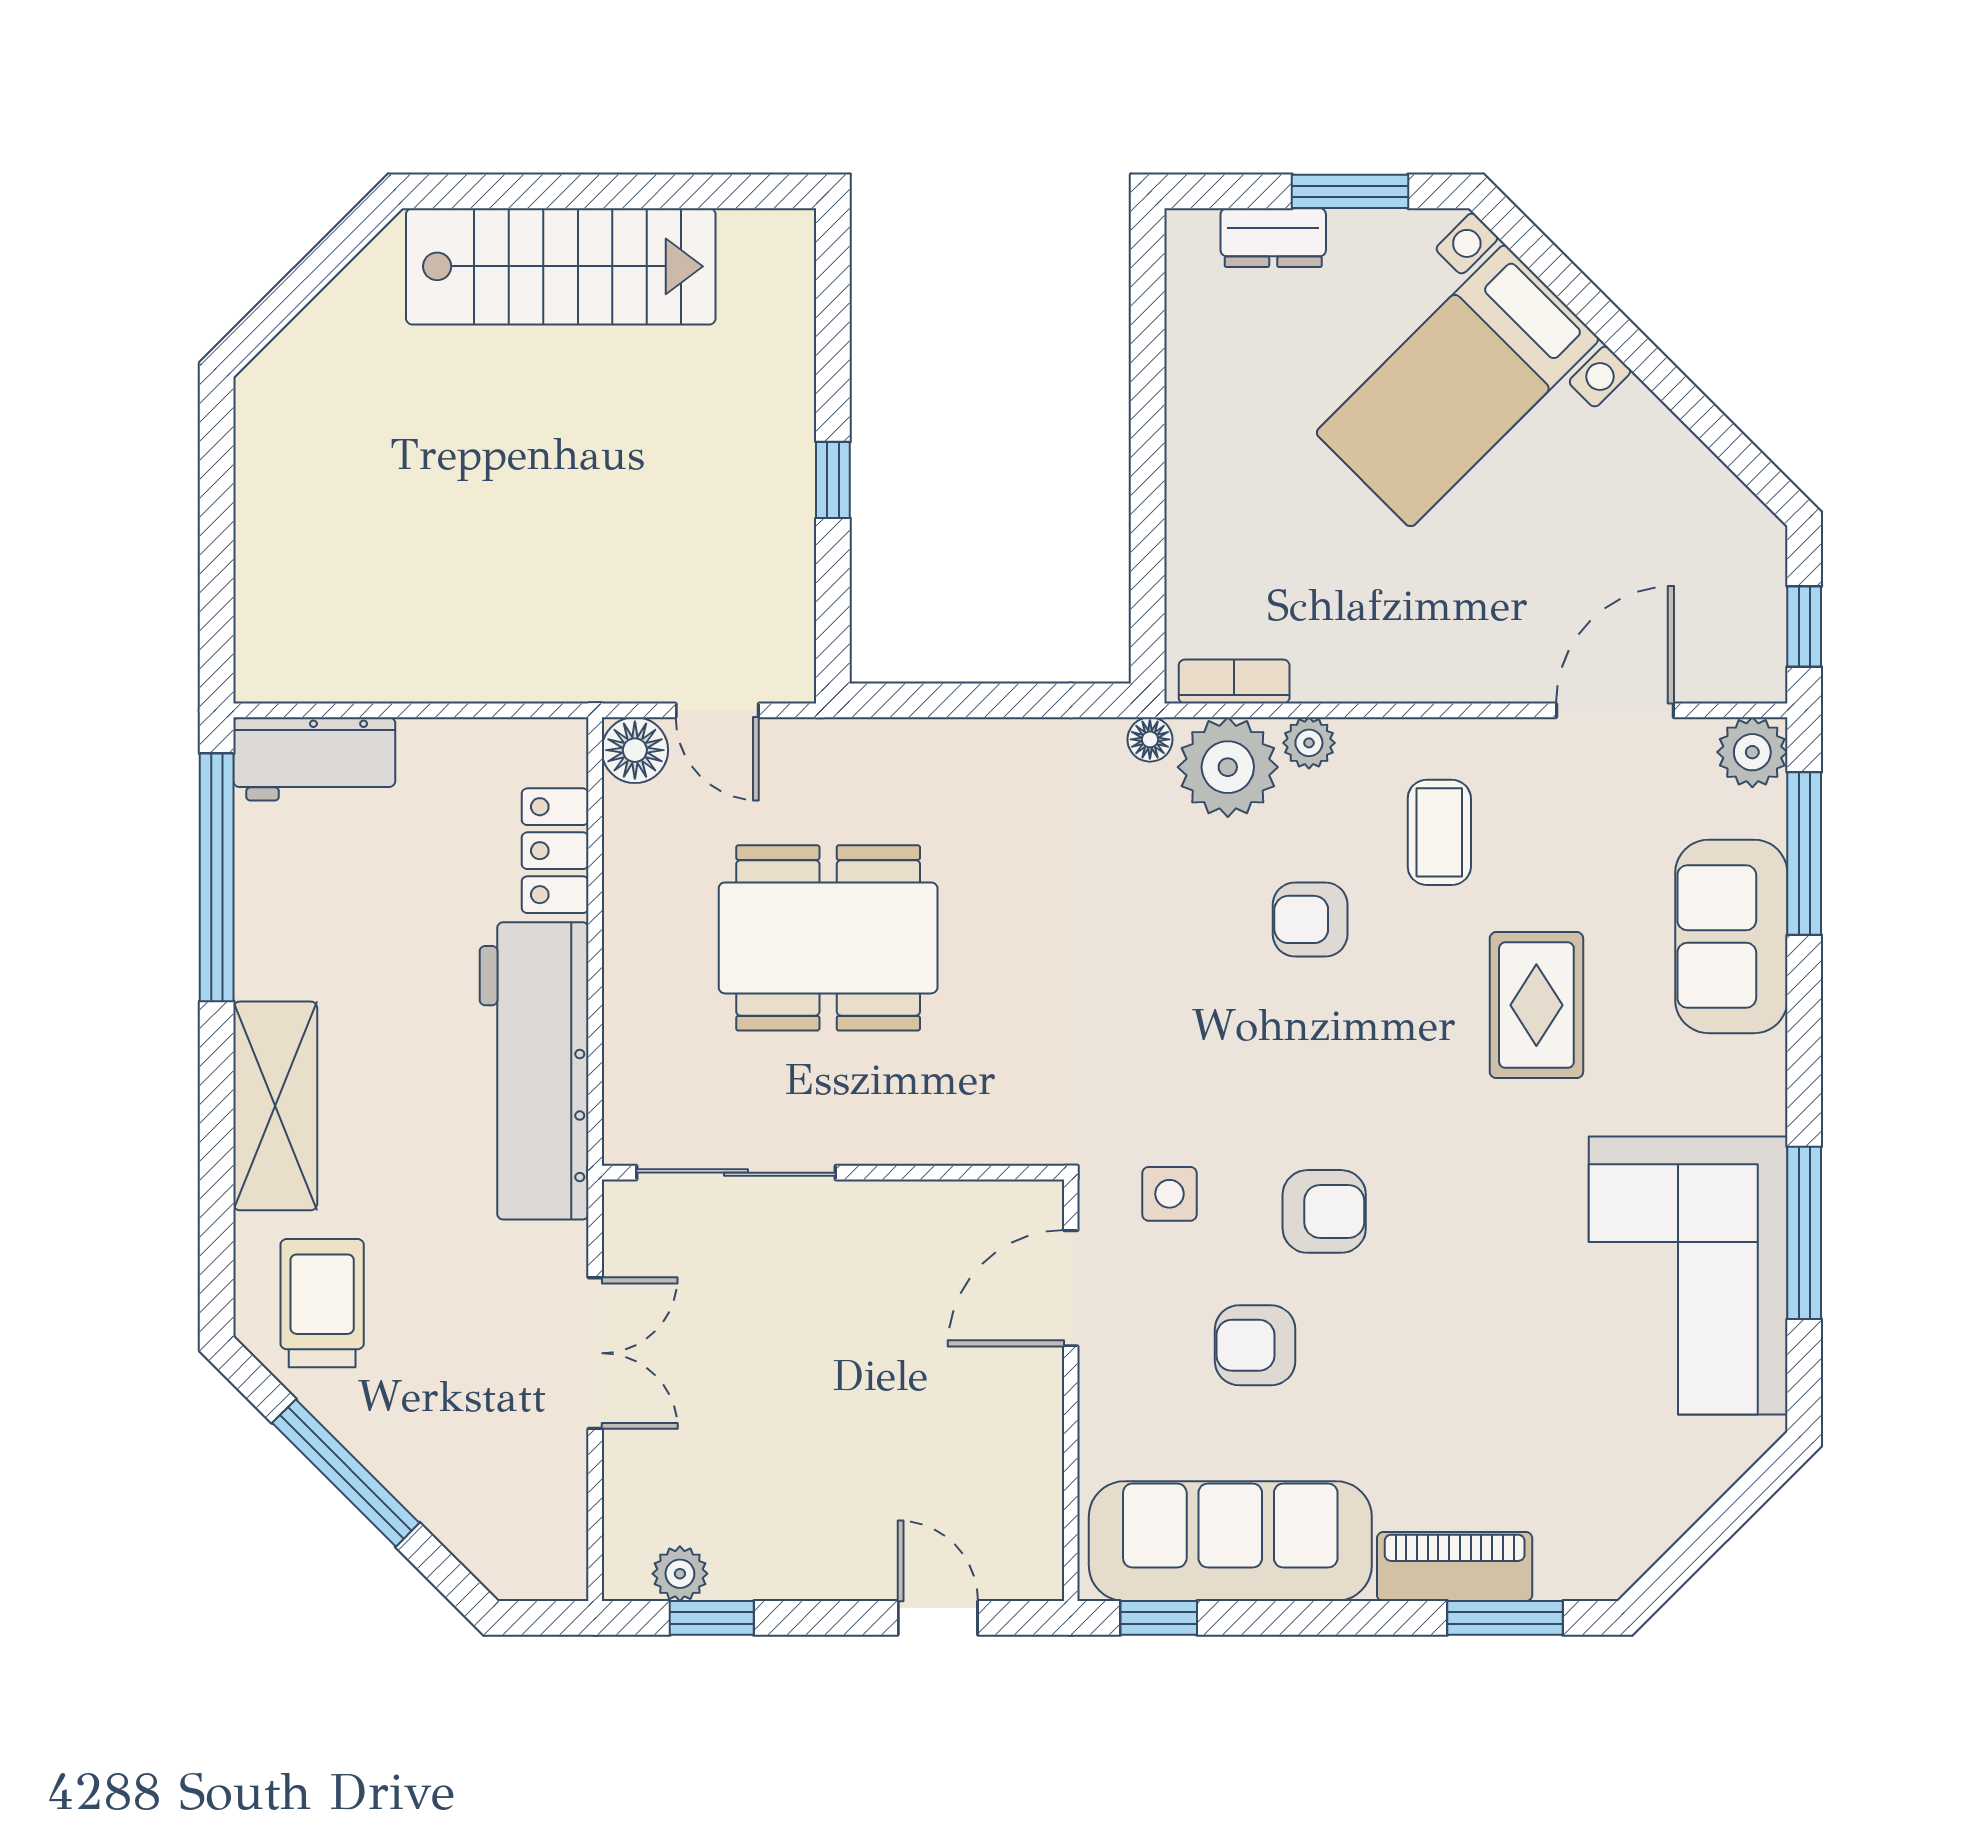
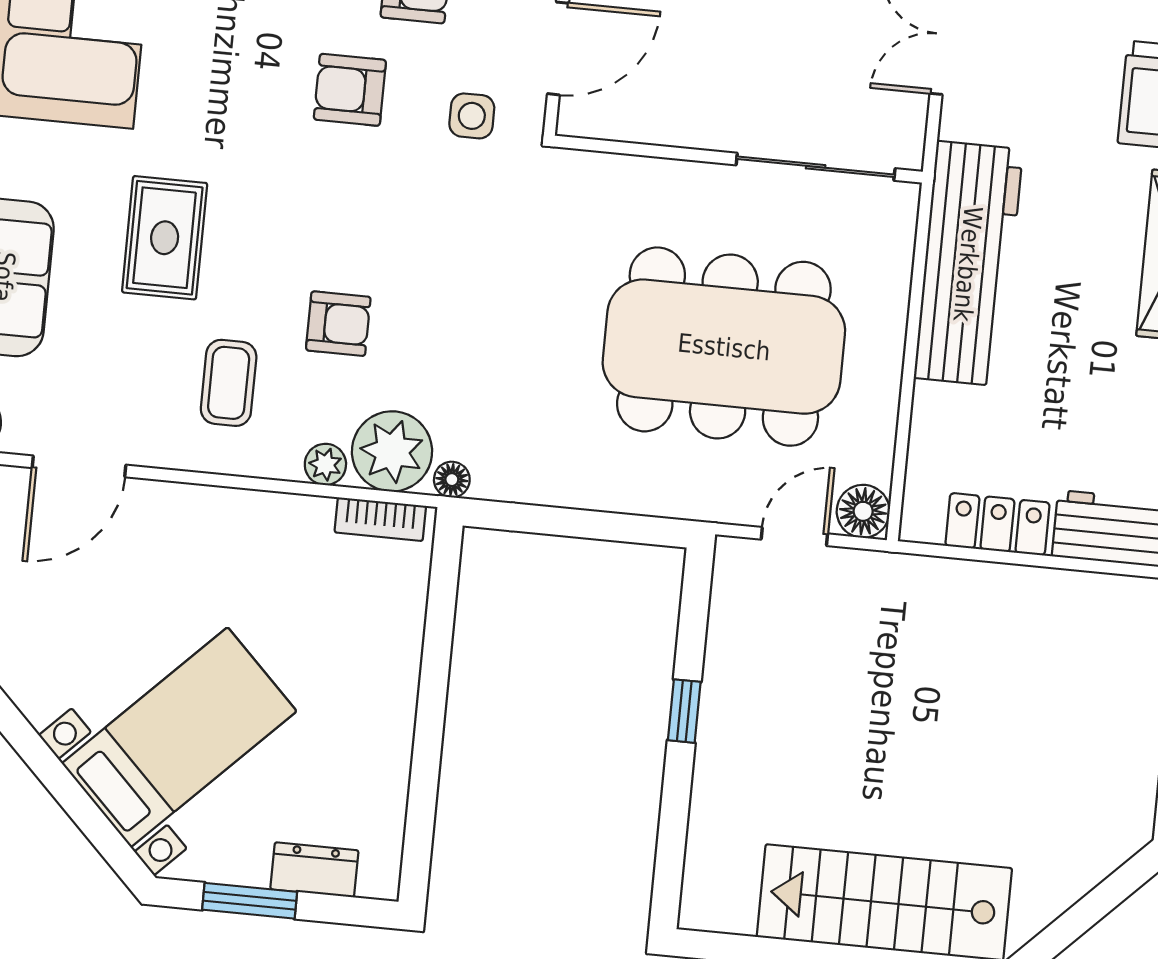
door: (717, 710) -> (794, 537), hinge flipped
locker: (555, 851) -> (997, 524), moved, turned -90
dining table: (828, 938) -> (724, 347), width x1.36, depth x1.24

